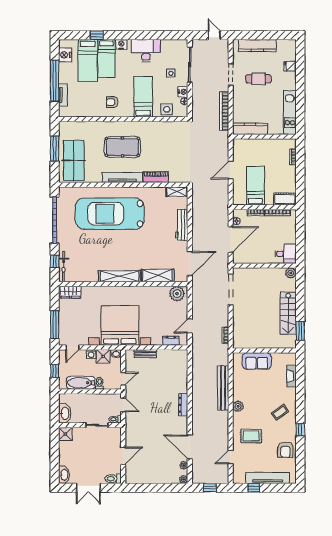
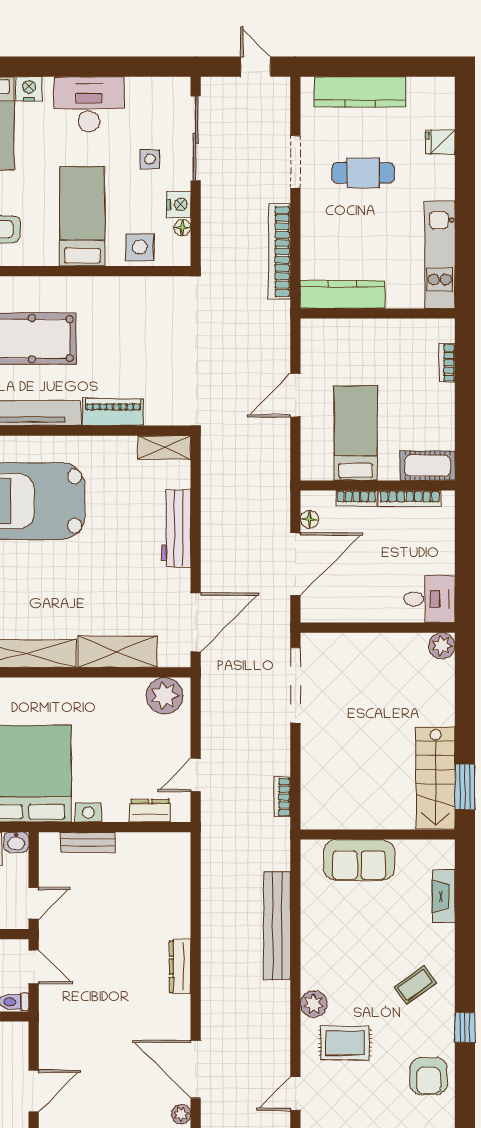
stairs: (288, 313) -> (436, 778), moved
plant: (238, 406) -> (314, 1004), moved

